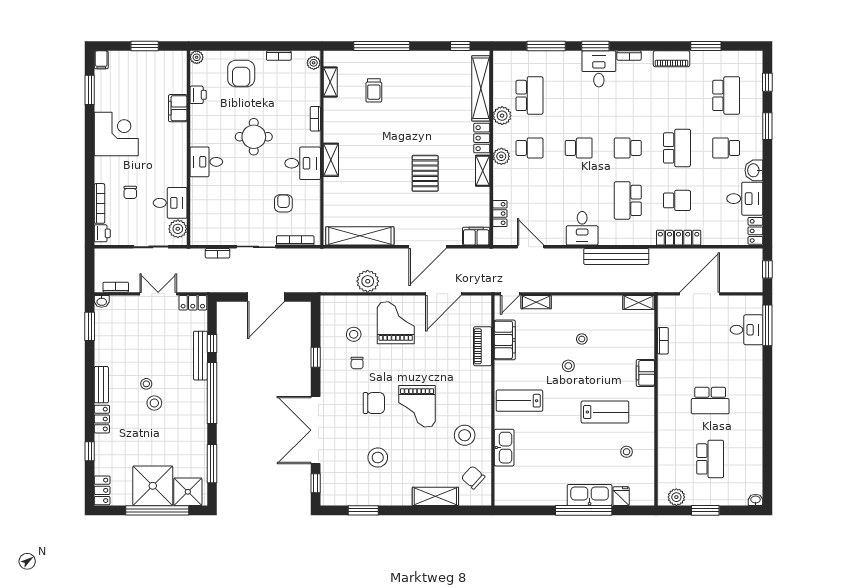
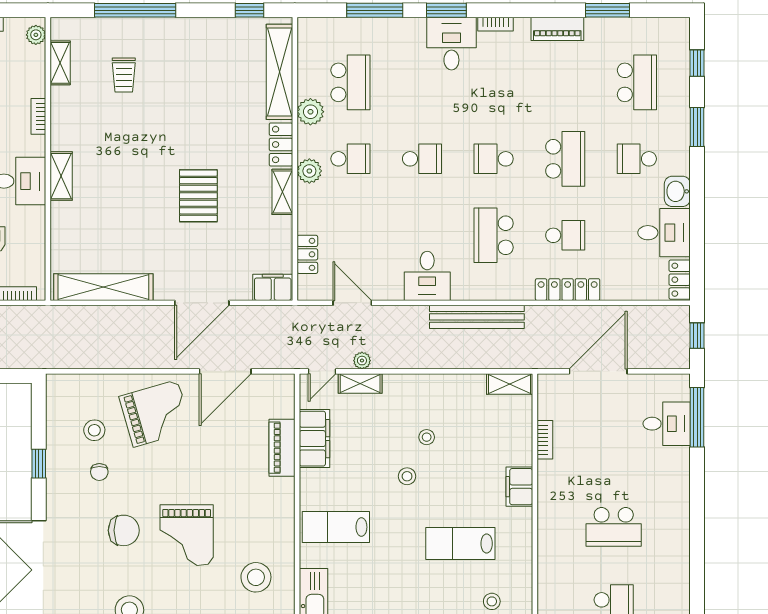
plant: (368, 281) -> (362, 361), moved, width x0.53, depth x0.53
grand piano: (396, 323) -> (156, 413), turned 74
lab bench: (605, 412) -> (460, 544), turned 180

